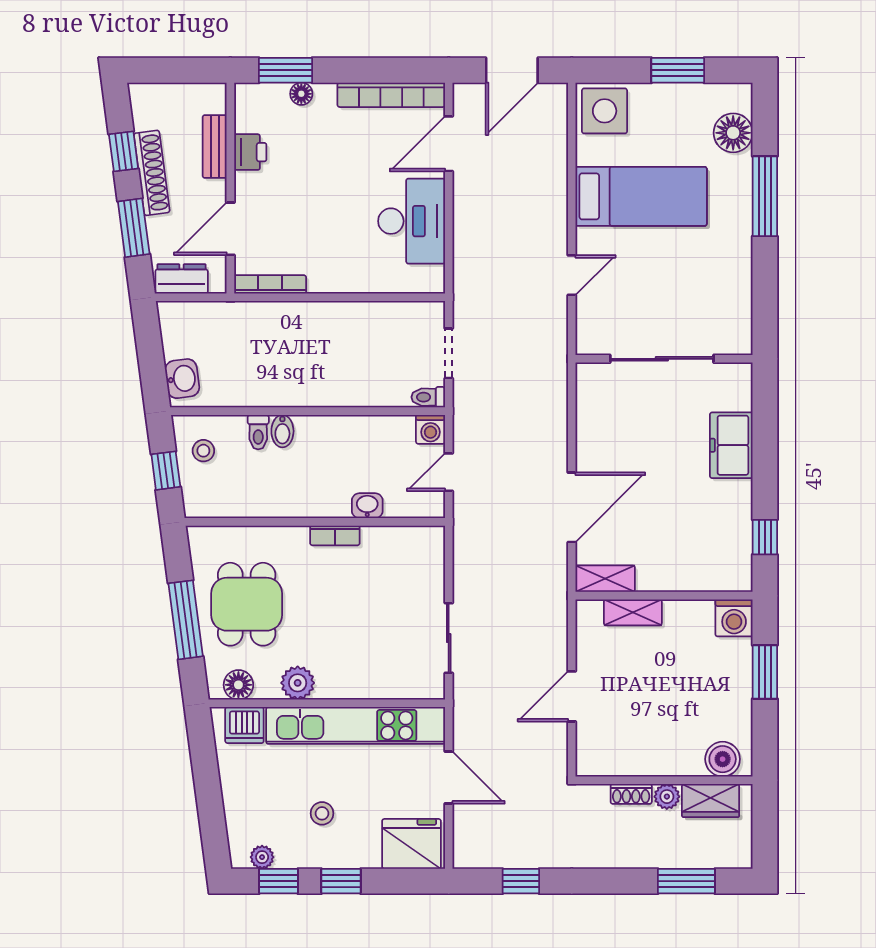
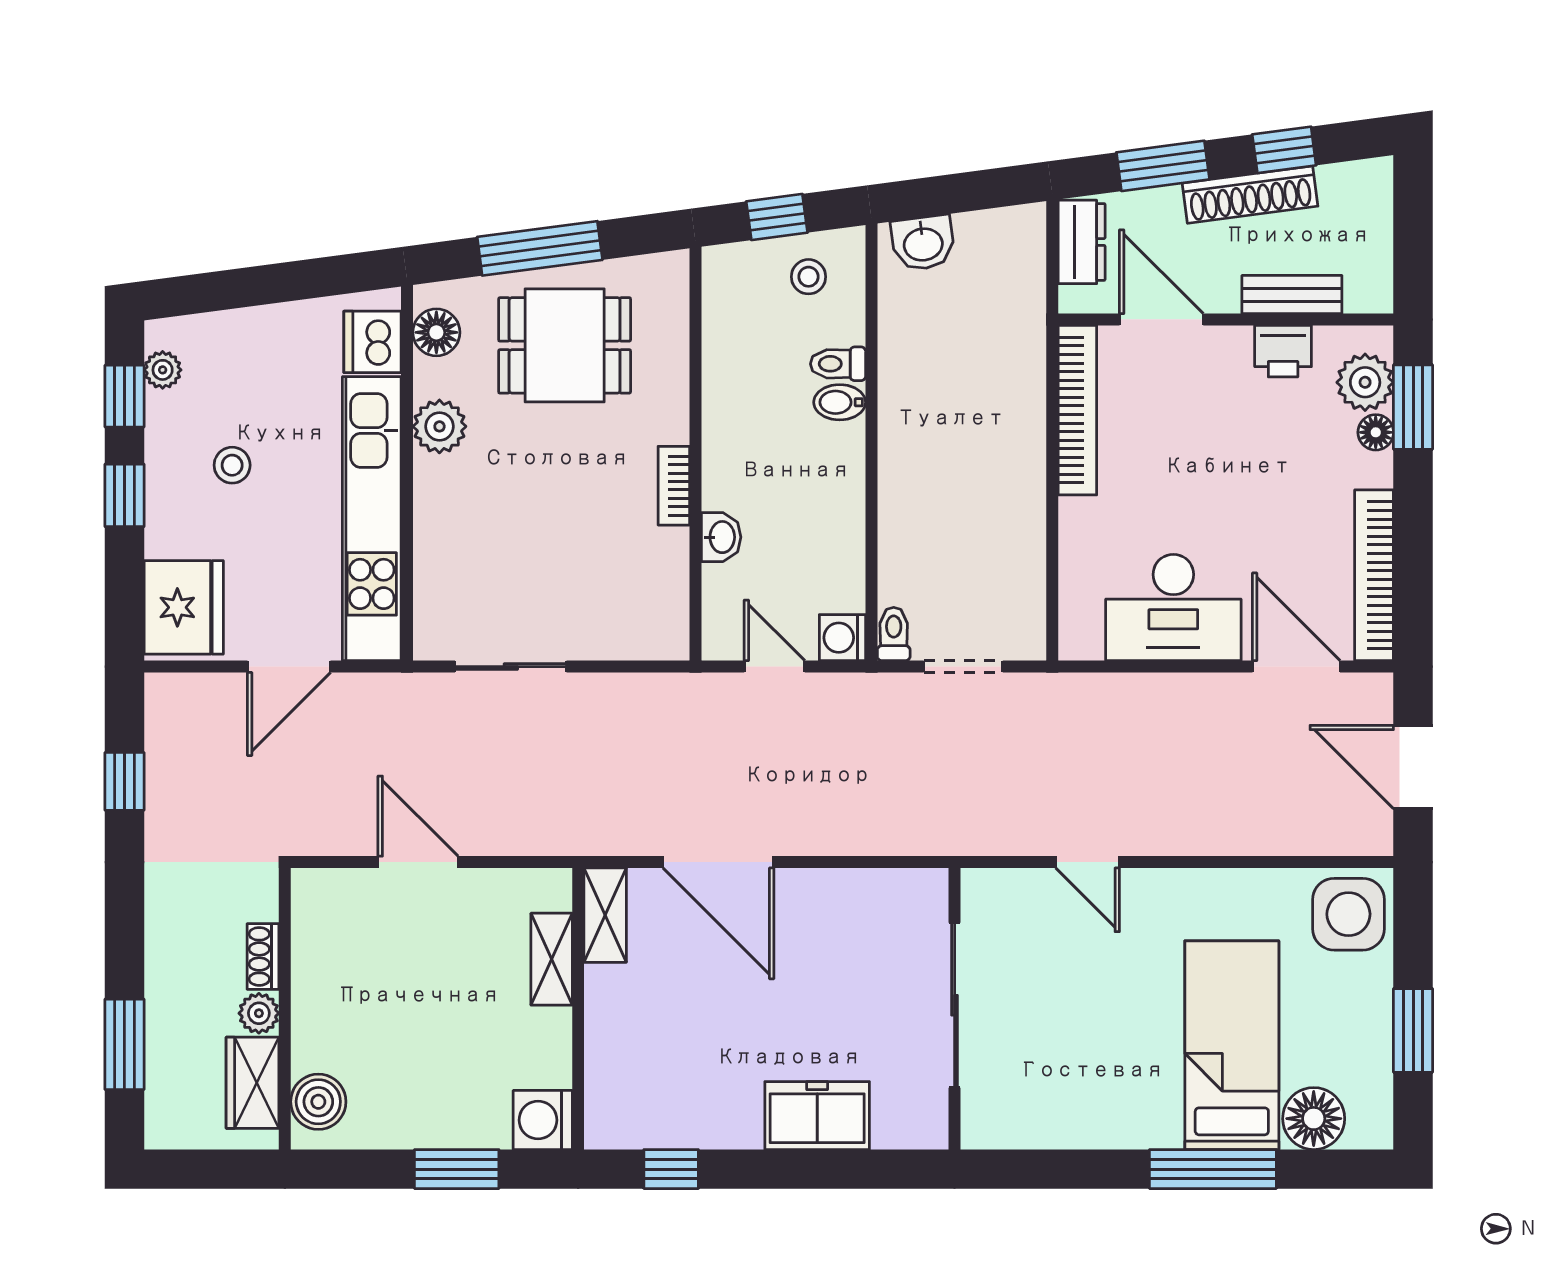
plant: (270, 100) -> (1365, 382), added
bed: (641, 196) -> (1232, 1045), moved, turned 180
bookcase: (270, 284) -> (1077, 410), width x1.48, depth x1.31

